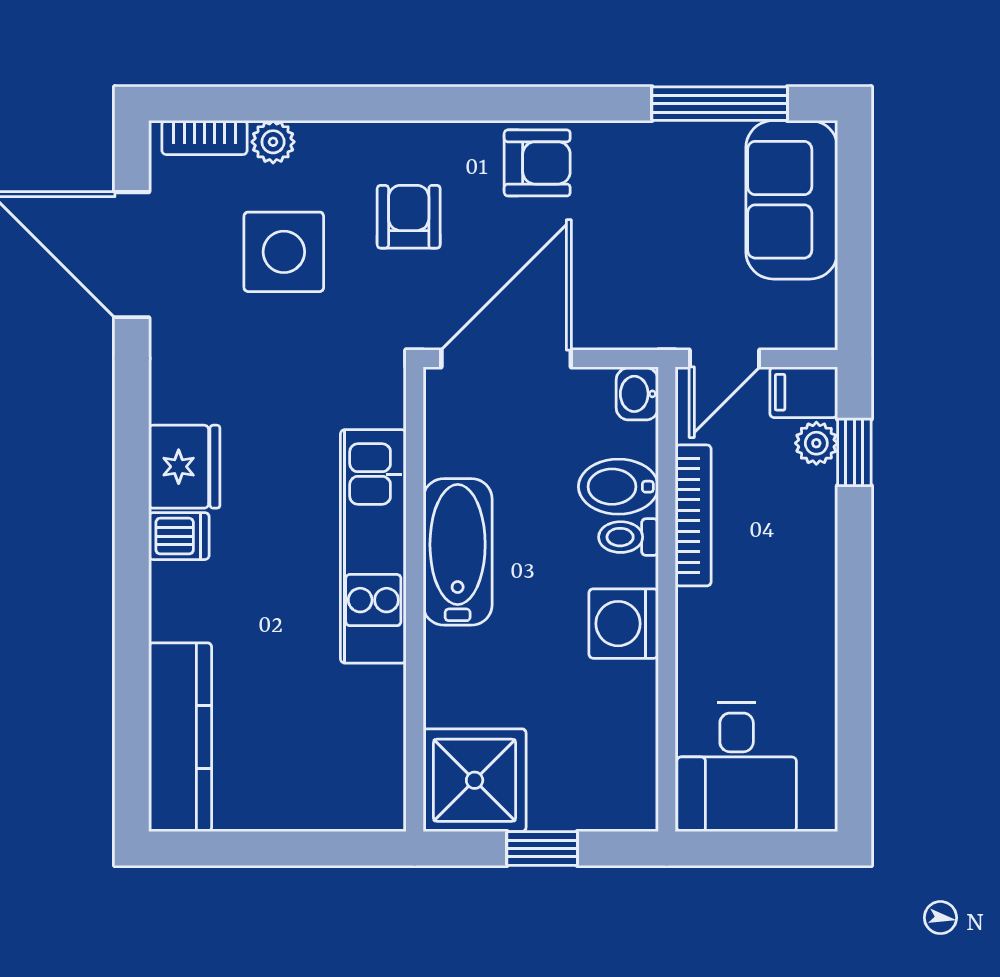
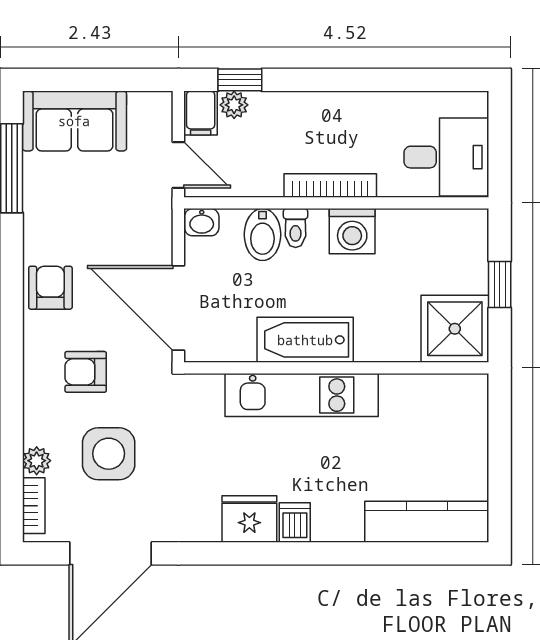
bookcase: (693, 515) -> (330, 186), moved

